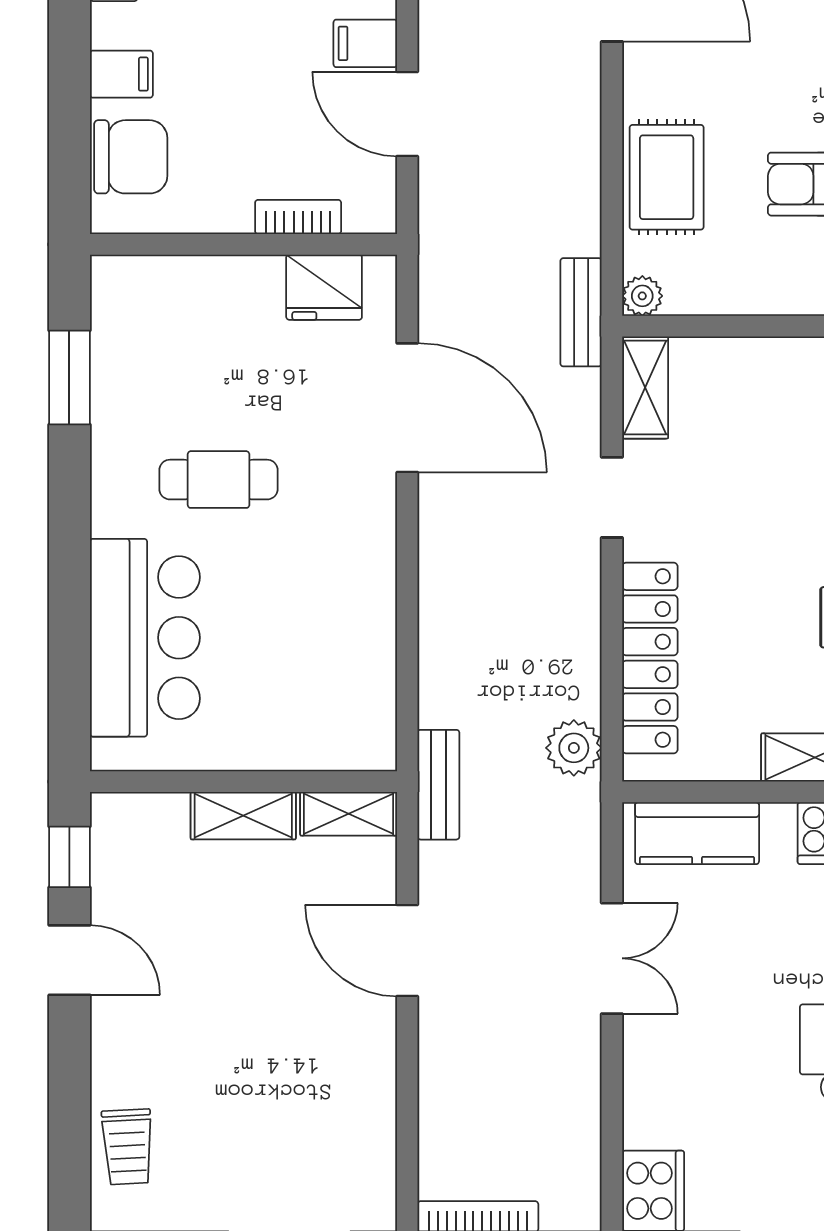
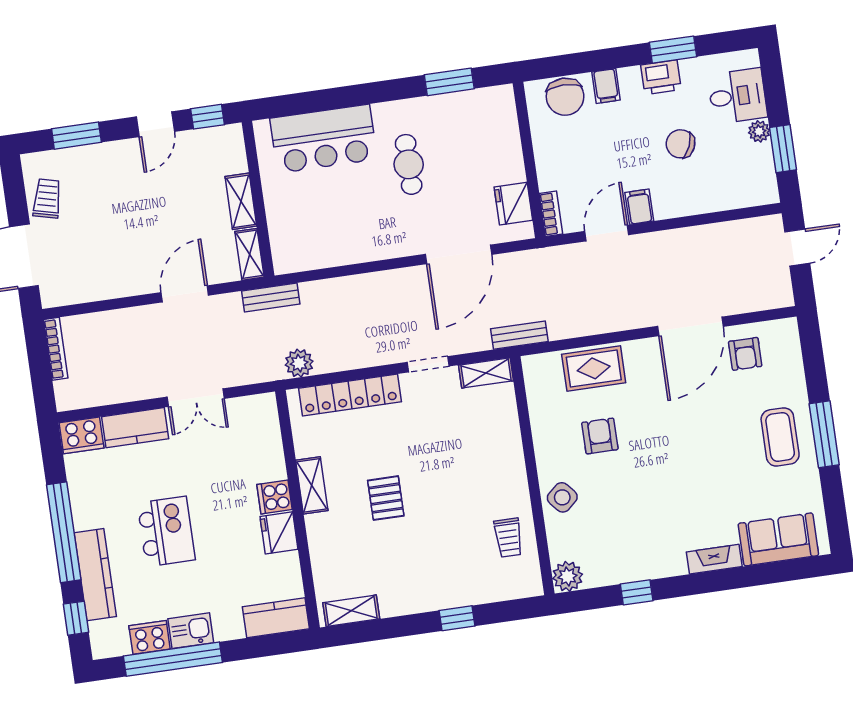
bookcase: (298, 217) -> (551, 214), moved
plant: (642, 296) -> (532, 365), removed
kitchen counter: (697, 833) -> (135, 428), moved, turned -90
window: (69, 1117) -> (76, 136), added
trolley: (128, 1147) -> (47, 199), moved, turned 107

